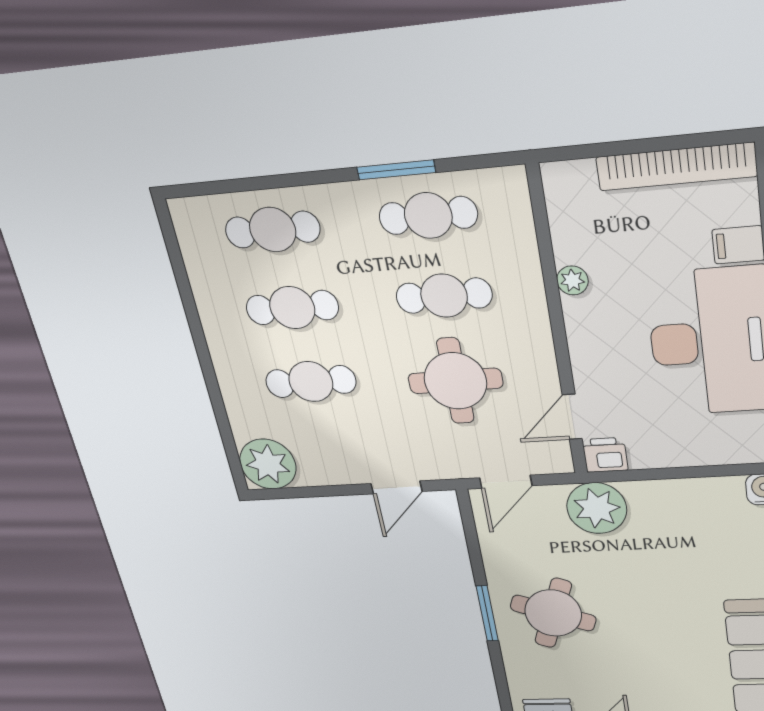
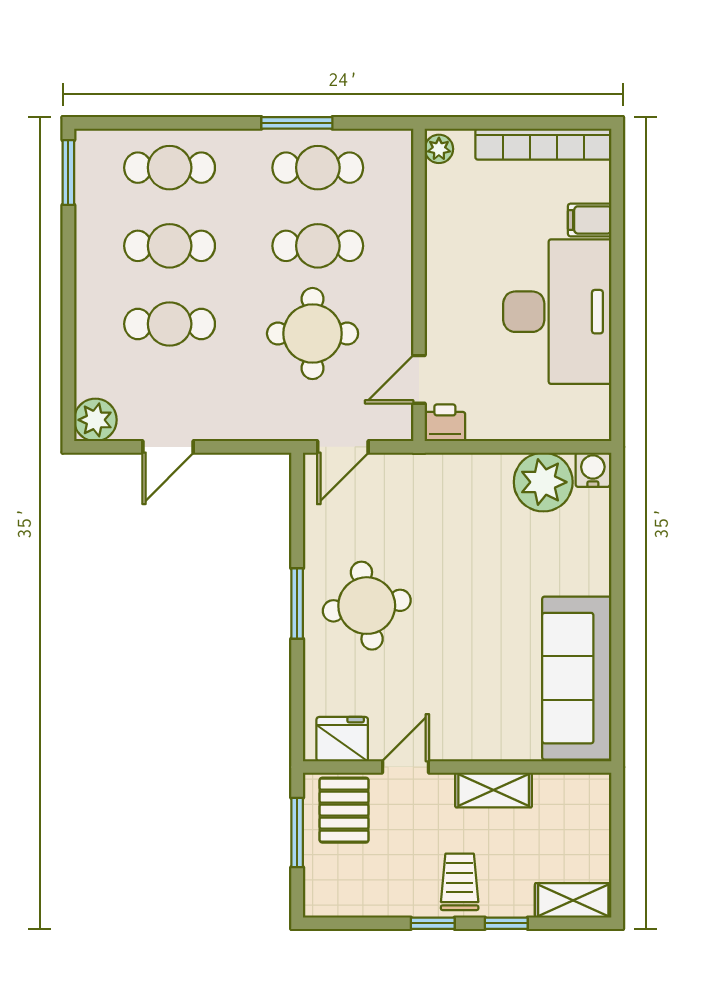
window: (172, 244) -> (68, 173), added
plant: (572, 280) -> (439, 149), moved
plant: (268, 464) -> (95, 420), width x0.73, depth x0.73
door: (397, 487) -> (168, 447), moved
plant: (597, 508) -> (543, 482), moved
round table: (553, 613) -> (367, 606), turned -30

